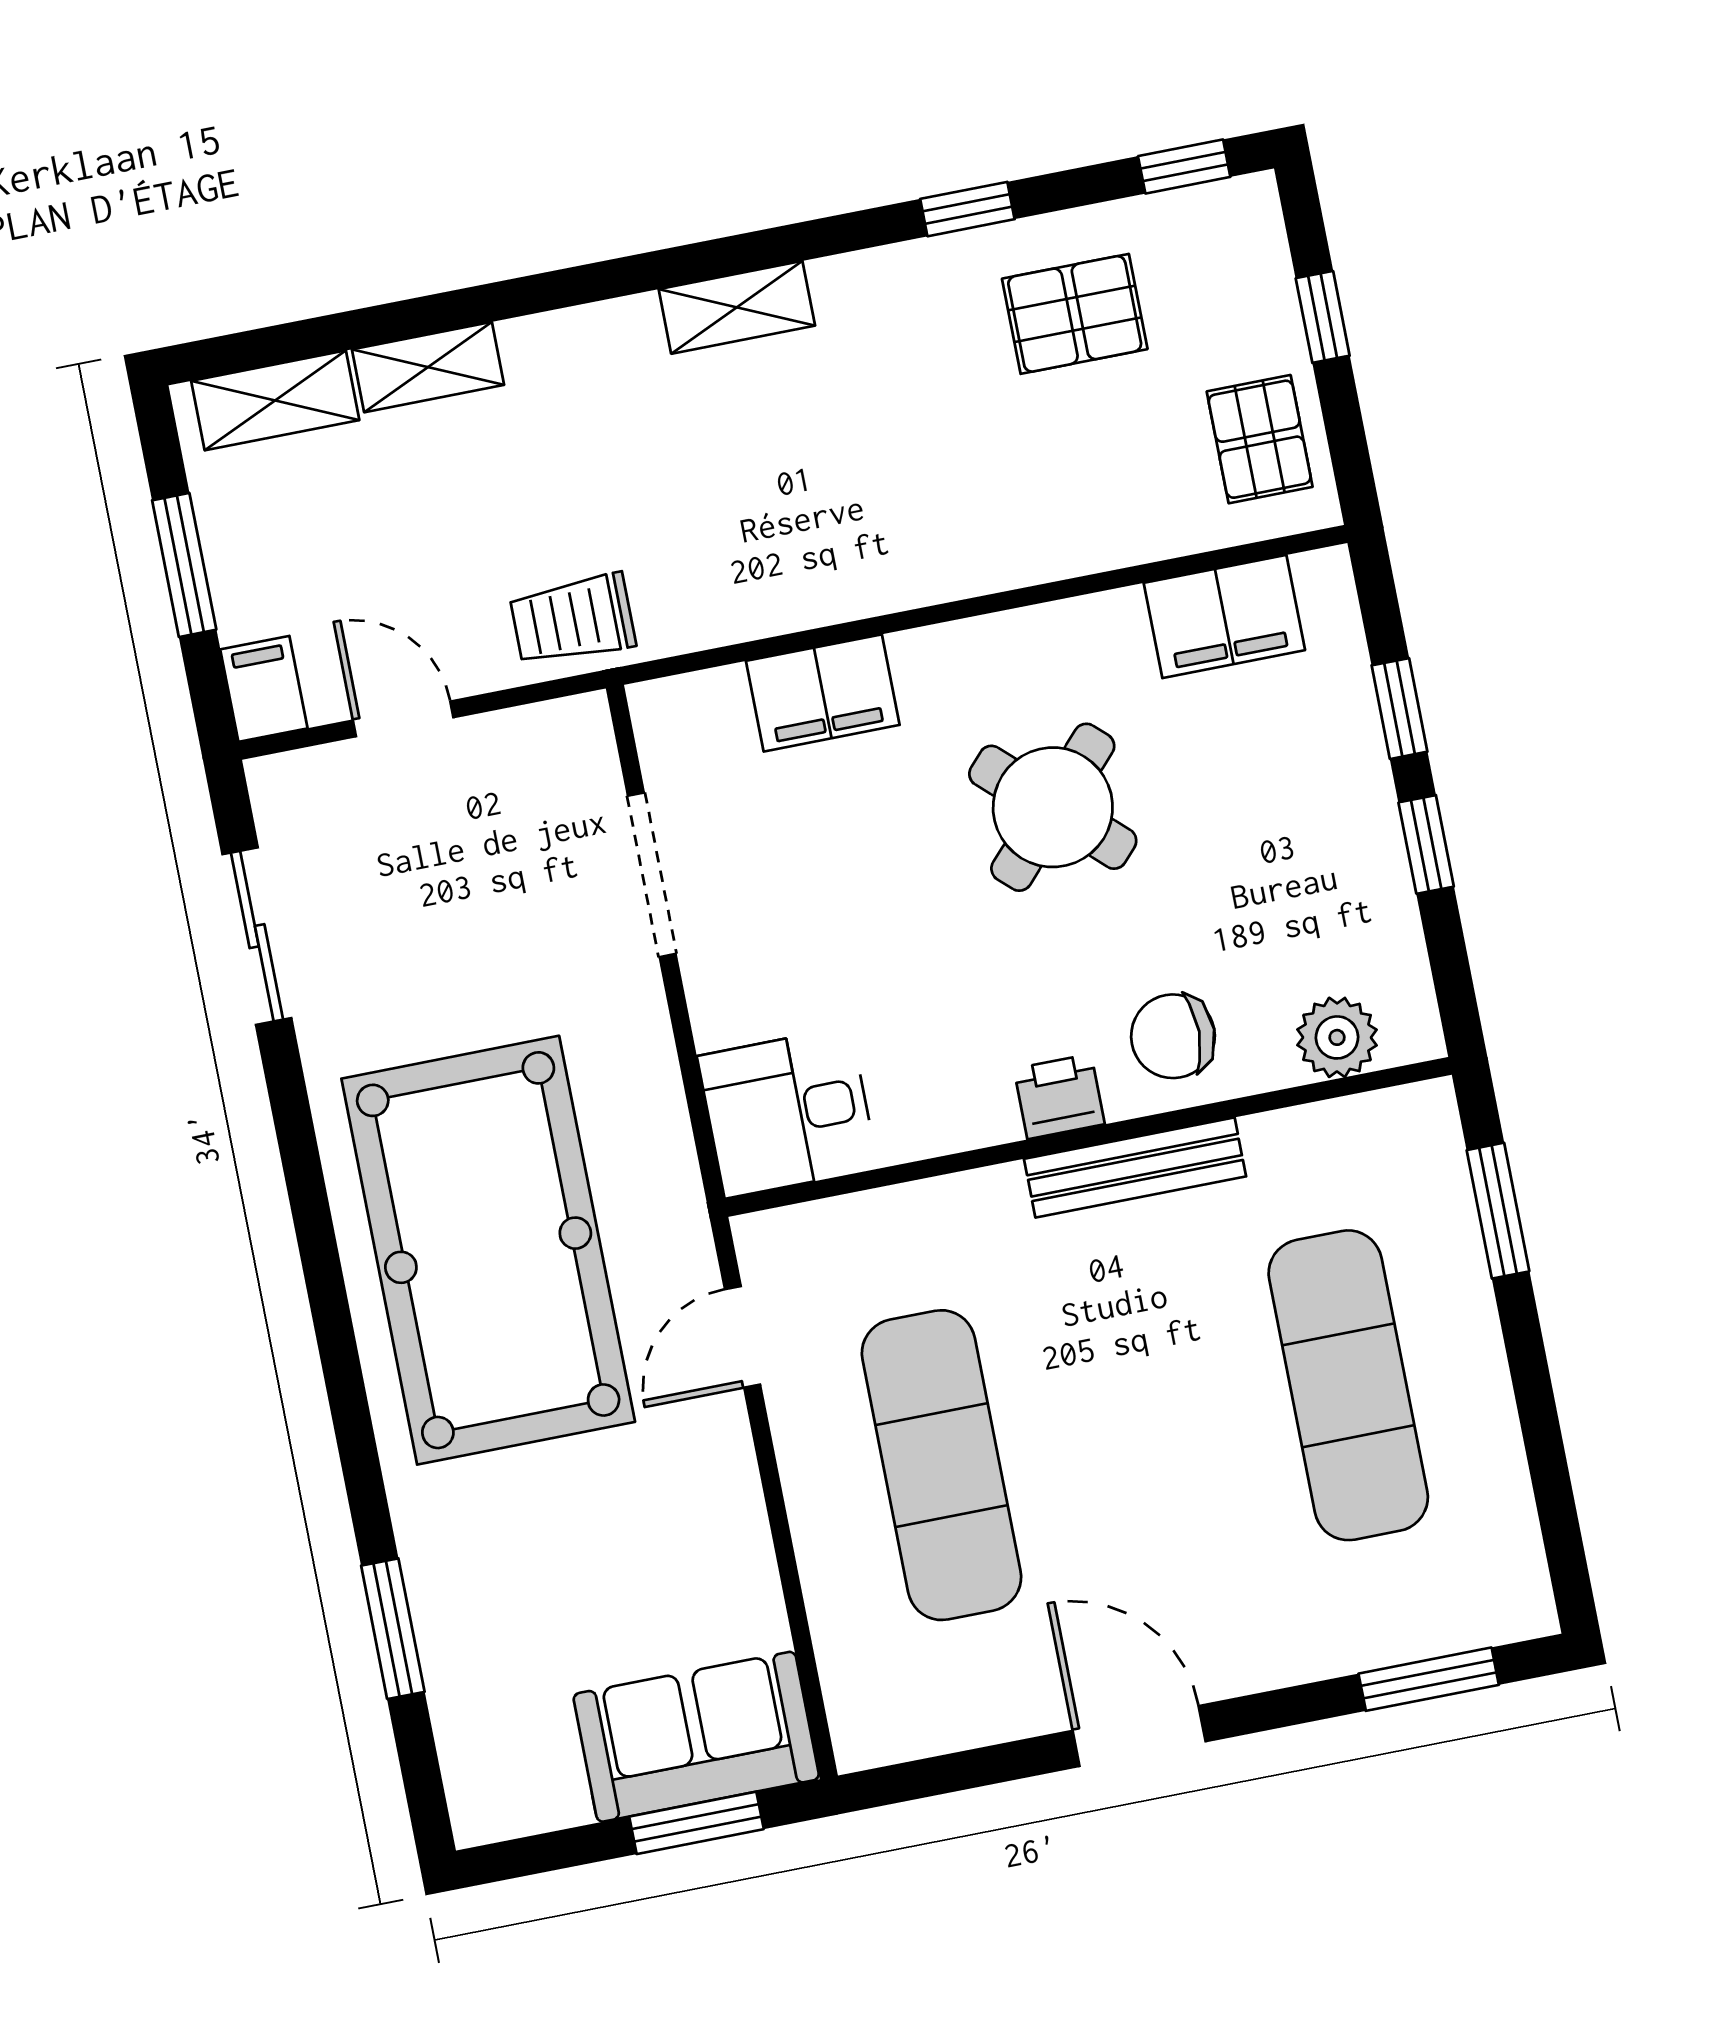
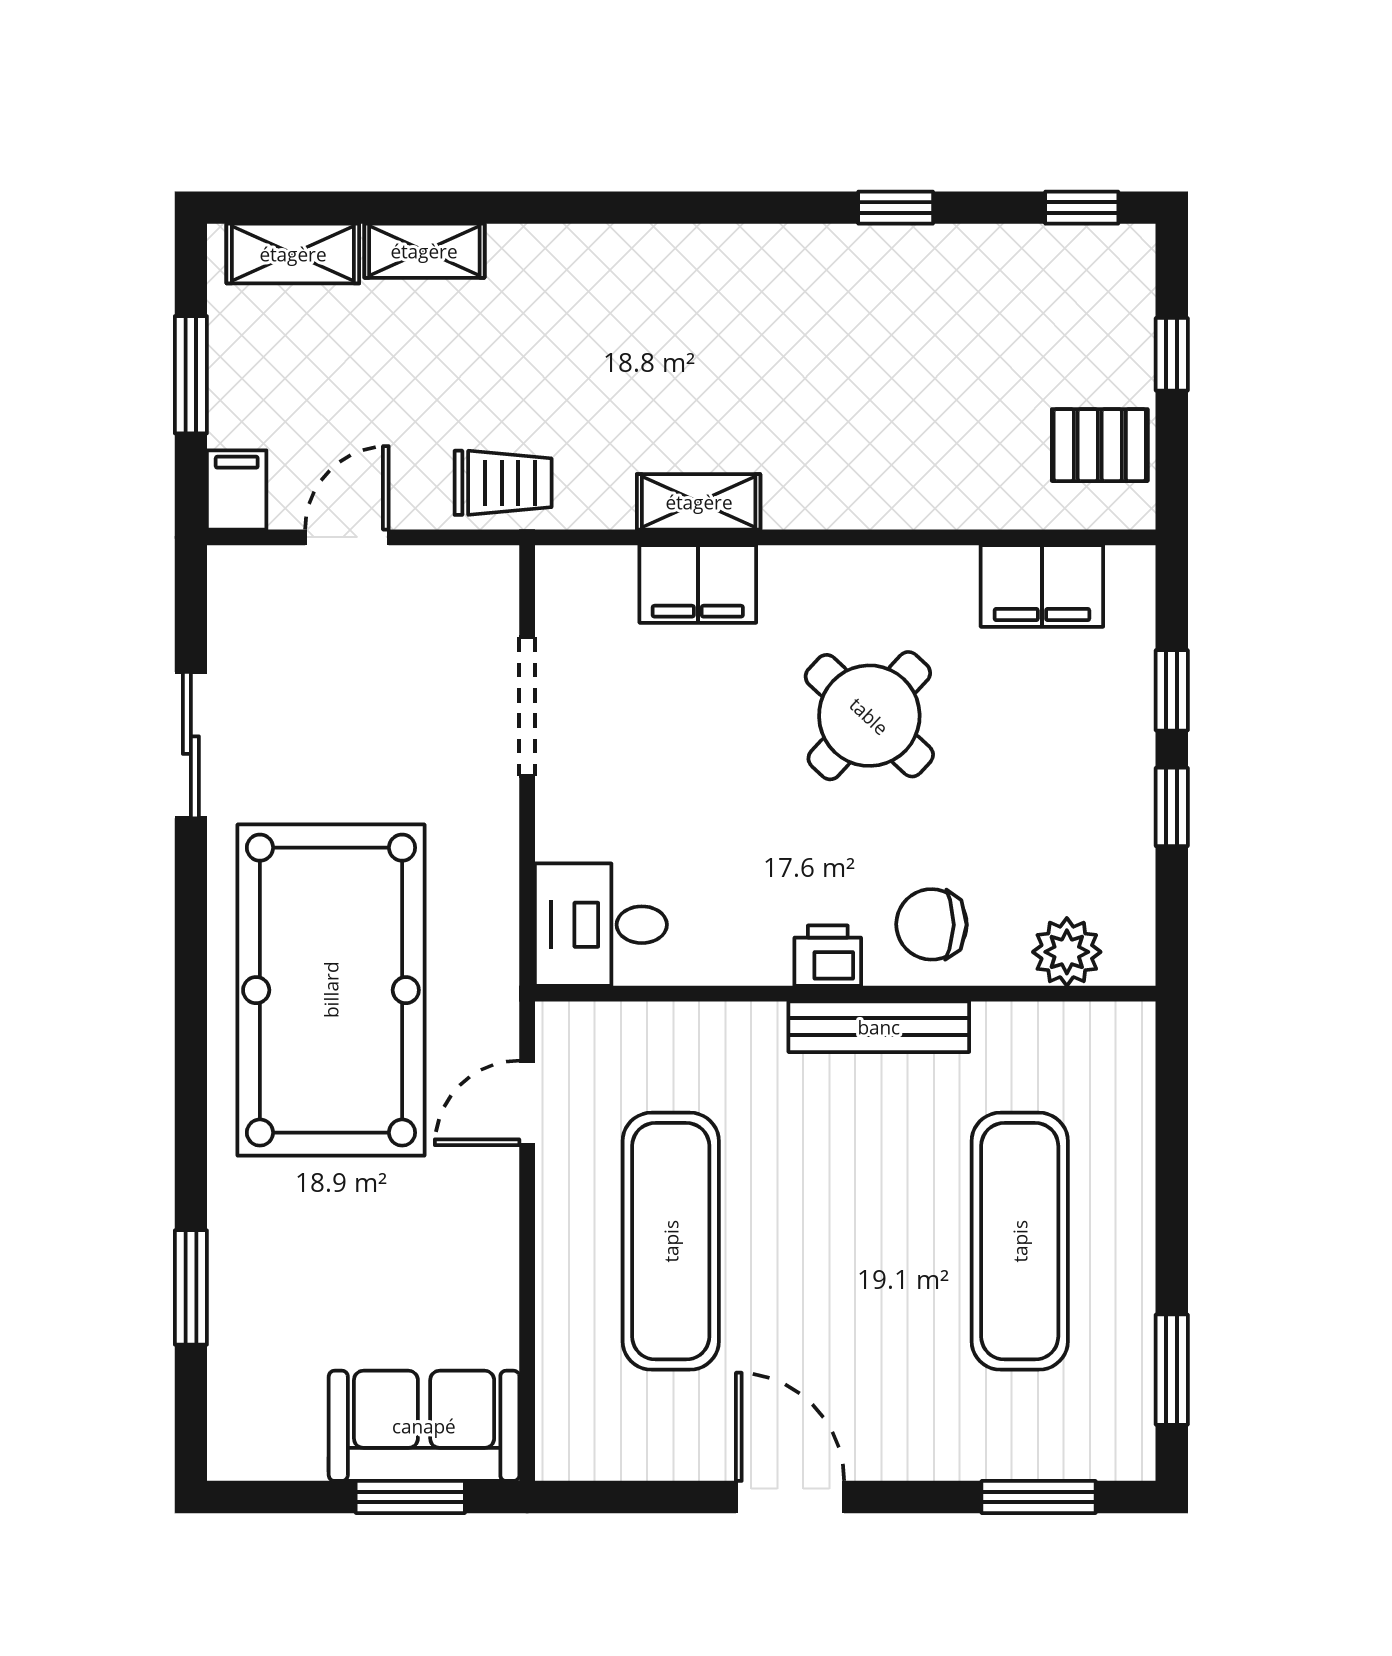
shelving: (737, 307) -> (699, 502), moved
pallet: (1075, 314) -> (967, 312), removed
pallet: (1260, 439) -> (1100, 445), turned 90
trolley: (573, 620) -> (503, 483), turned 180
door: (403, 719) -> (347, 537), hinge flipped
sliding door: (257, 936) -> (191, 745), moved
window: (1498, 1211) -> (1172, 1370), moved

